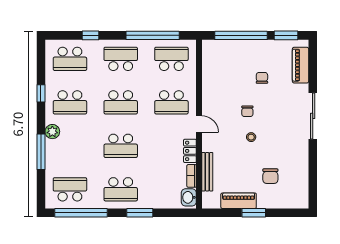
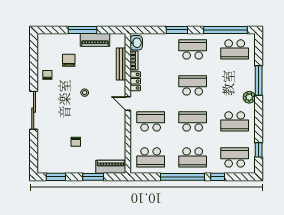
window: (153, 35) -> (182, 177), moved
window: (241, 35) -> (93, 177), width x0.47
piano: (300, 65) -> (111, 167), moved, turned -90
window: (41, 93) -> (259, 150), moved
school desk: (70, 102) -> (235, 121), turned 180
chair: (247, 111) -> (47, 75), moved
window: (254, 213) -> (82, 30), width x1.44

